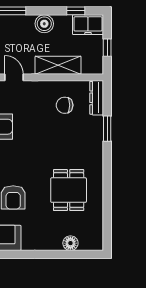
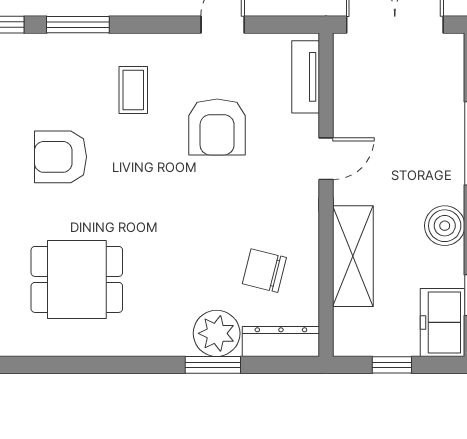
chair: (65, 105) -> (264, 271), turned -76
plant: (93, 127) -> (217, 333), added

